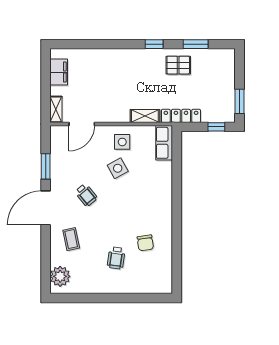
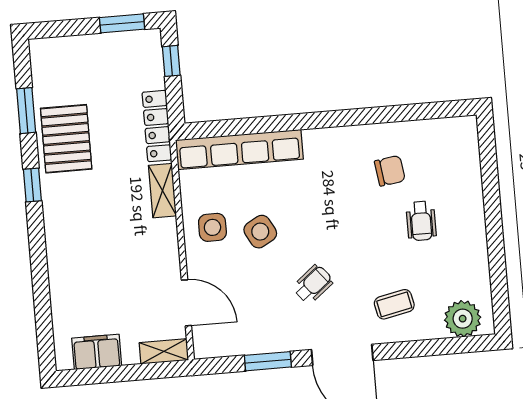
pallet: (178, 65) -> (66, 139), width x1.50, depth x1.42
row of seats: (164, 143) -> (239, 149), width x2.02
wheelchair: (116, 258) -> (421, 221), turned 82

